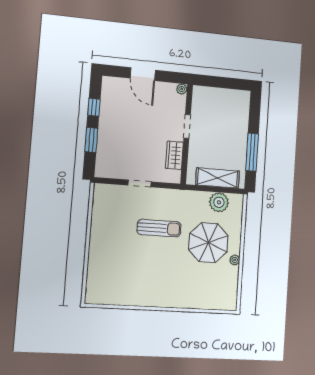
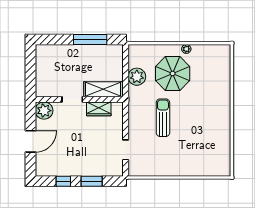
plant: (182, 89) -> (44, 111), width x1.88, depth x1.88
shelving: (218, 178) -> (103, 89), moved, turned 90
doorway: (139, 183) -> (126, 150), moved
plant: (219, 202) -> (137, 77), moved

